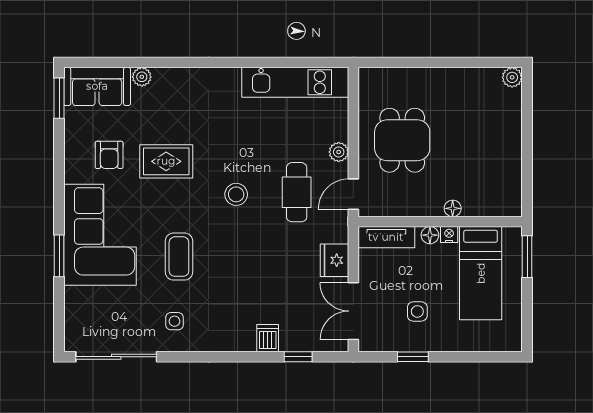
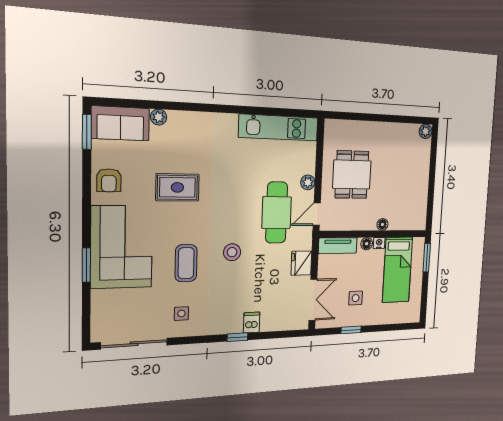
armchair: (109, 155) -> (109, 180), moved
cafe table: (297, 192) -> (277, 213), width x1.37, depth x1.35
stool: (236, 194) -> (232, 252), moved
double door: (353, 311) -> (313, 300), swing flipped
window: (298, 357) -> (237, 337), moved

